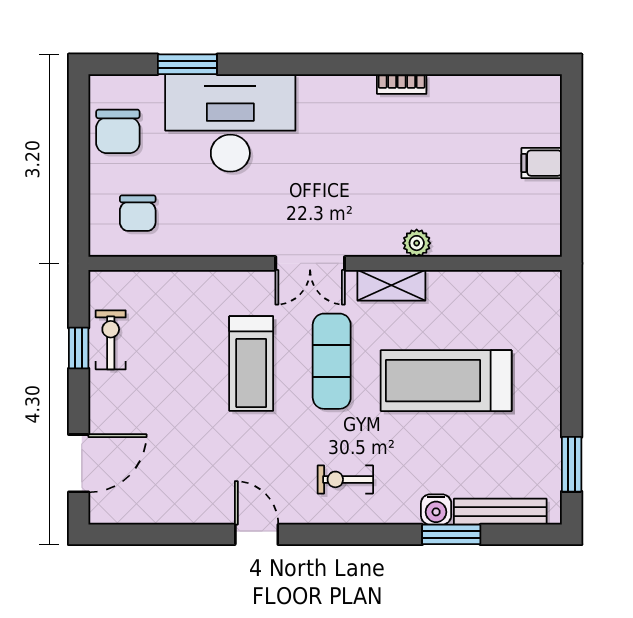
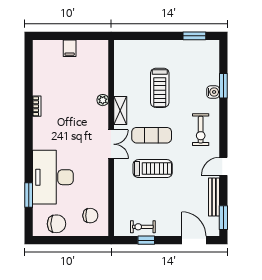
treadmill: (446, 381) -> (160, 88), width x0.73, depth x0.73
exercise bike: (345, 479) -> (201, 130), width x1.38, depth x1.39
bench: (500, 512) -> (214, 197), moved
window: (133, 534) -> (223, 218), added

